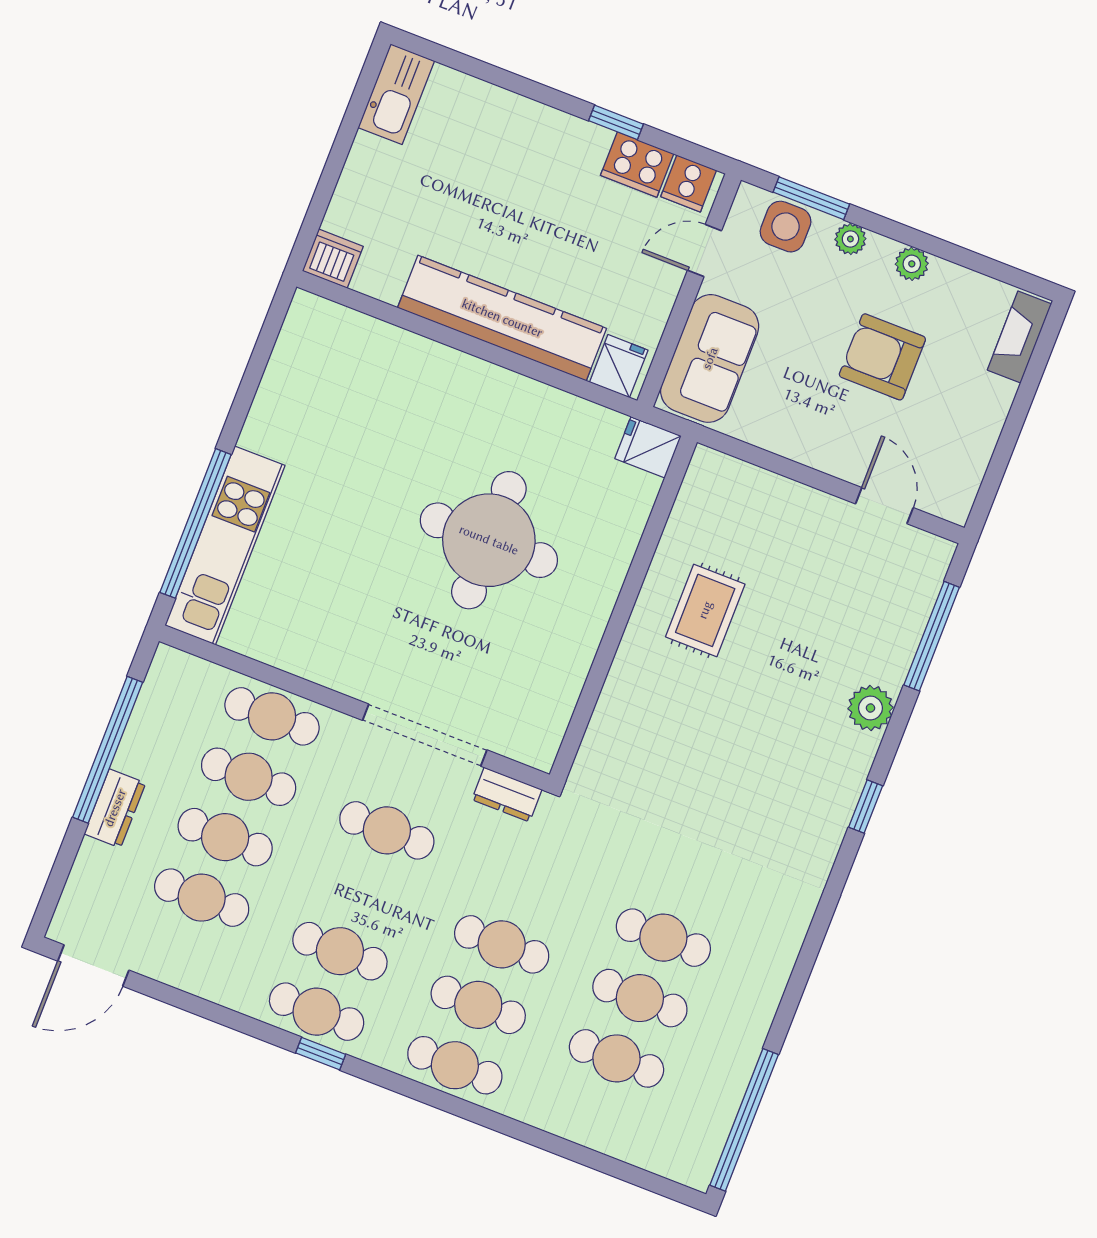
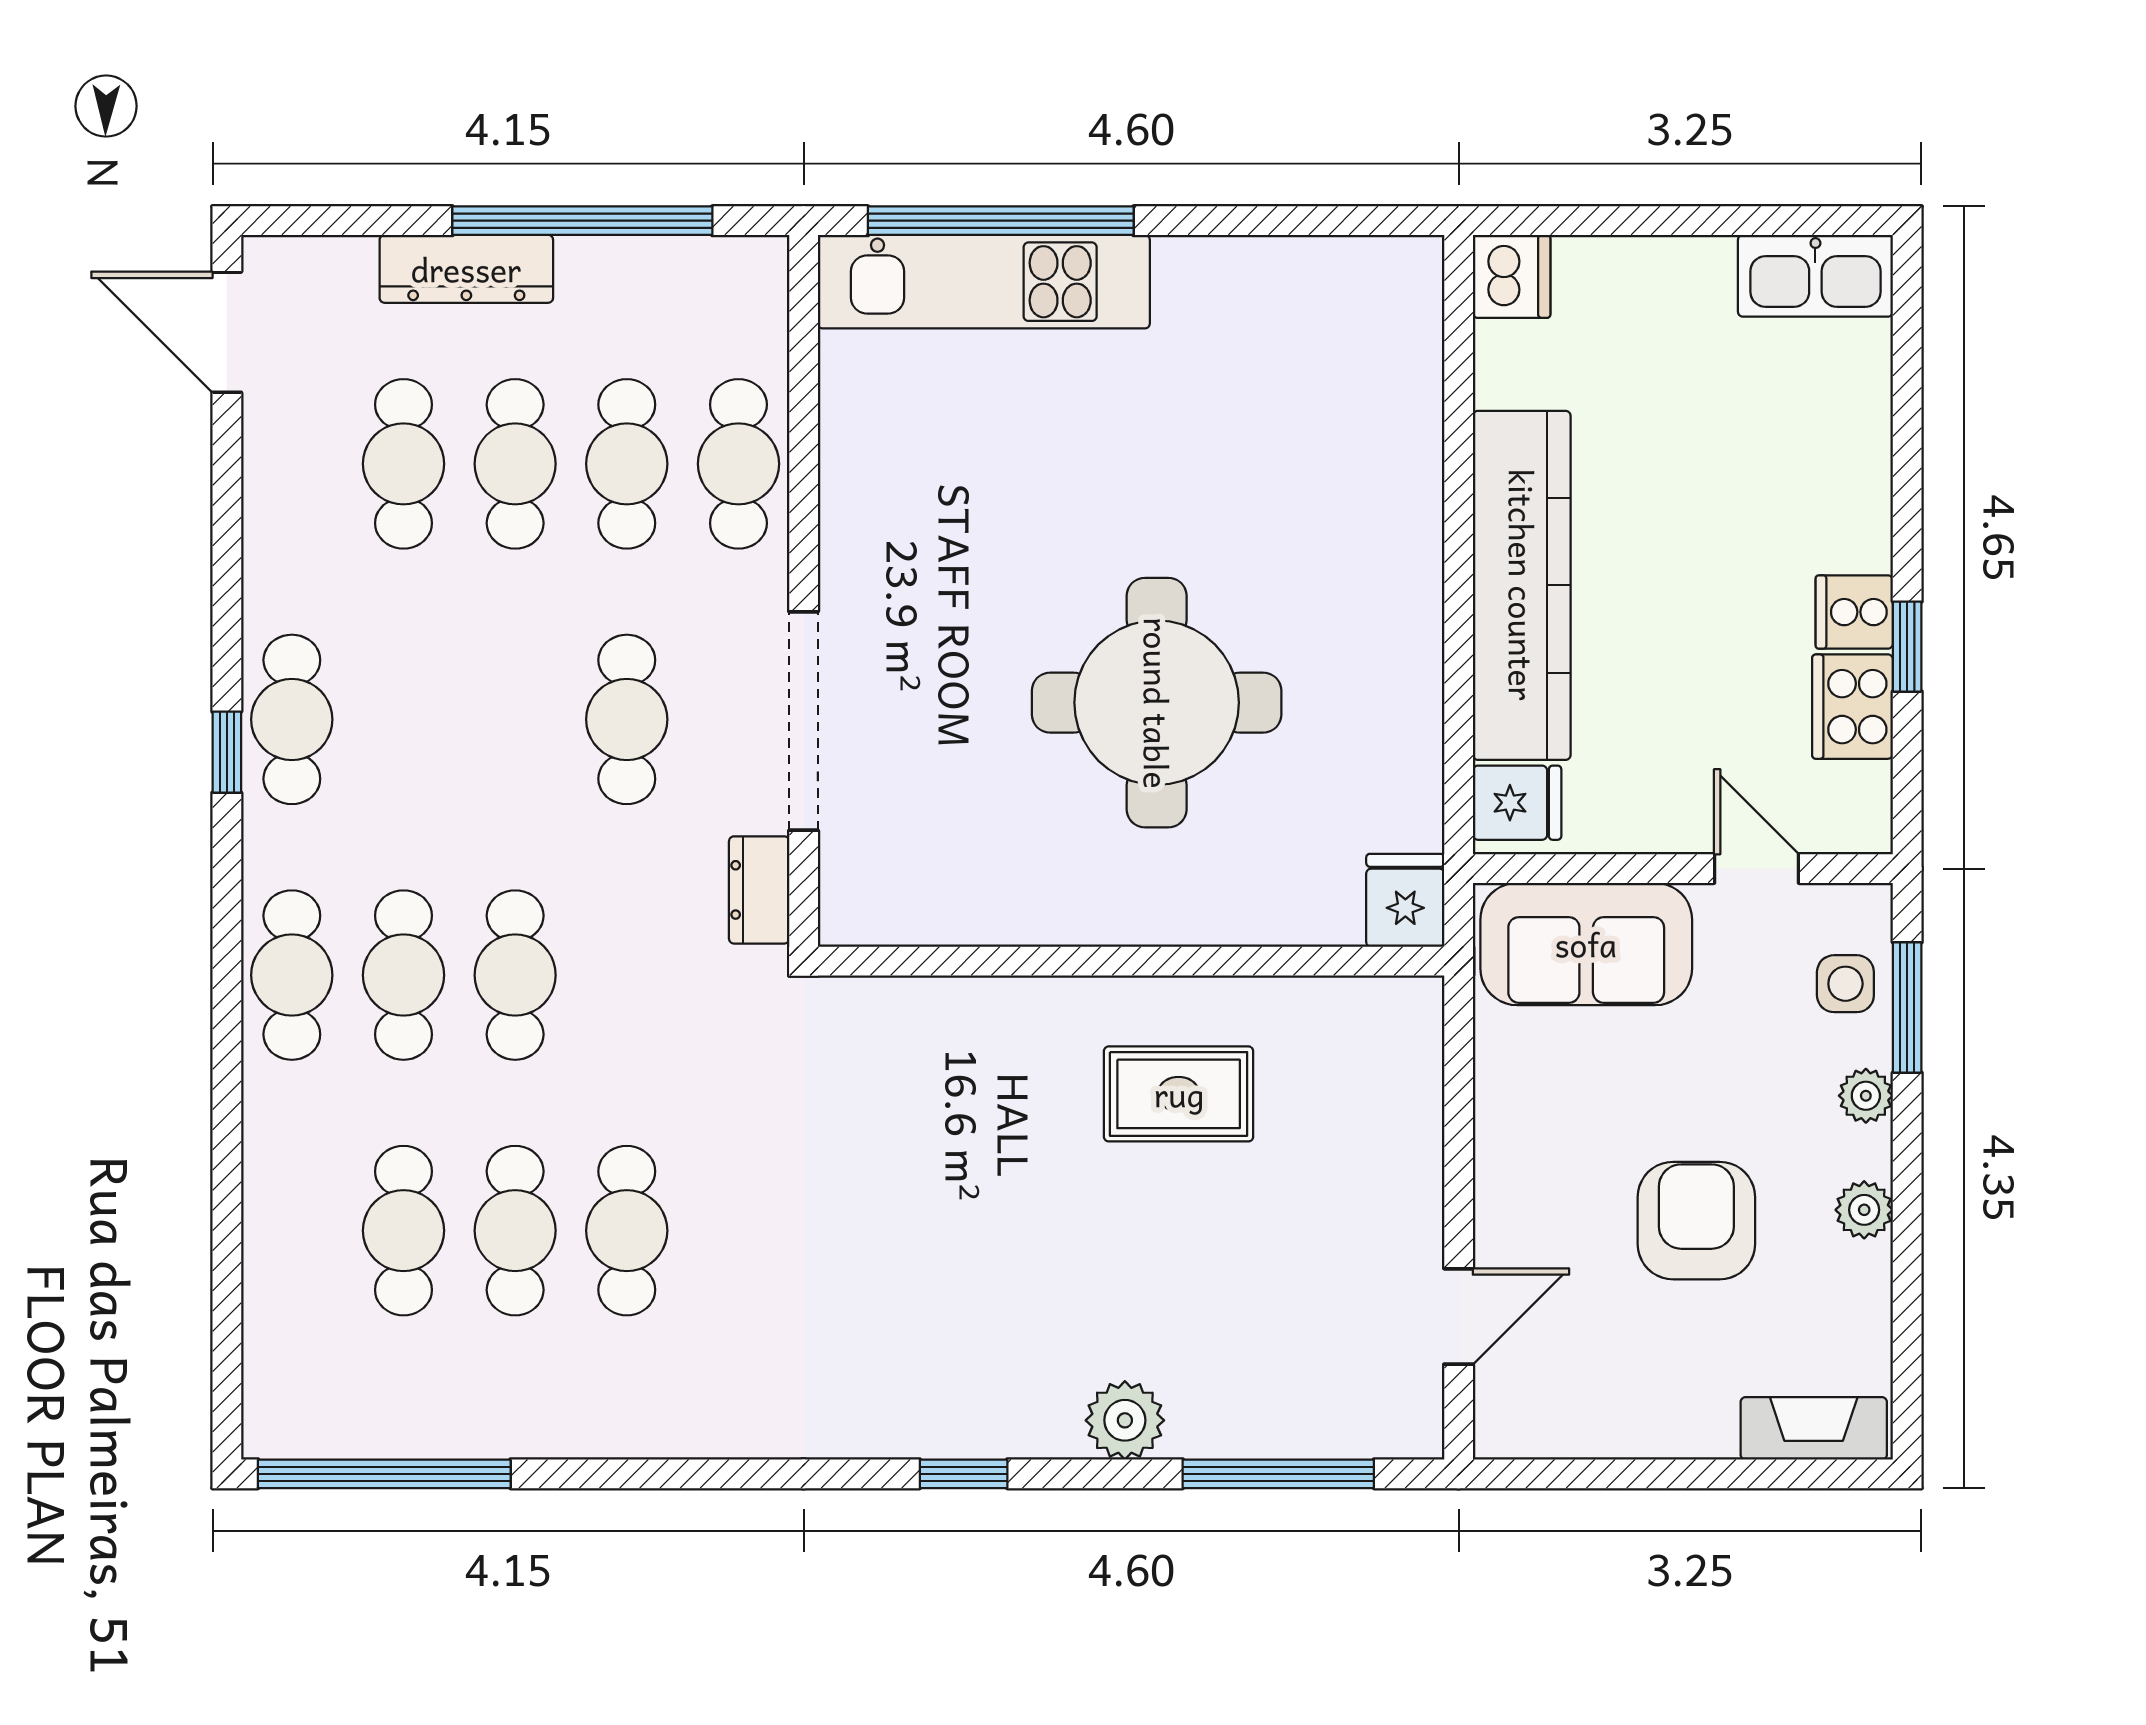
cooker: (689, 183) -> (1854, 612), moved
side table: (786, 227) -> (1845, 984), width x0.73, depth x0.73
dresser: (115, 808) -> (466, 269), width x1.44
cafe table: (340, 951) -> (403, 719), removed

